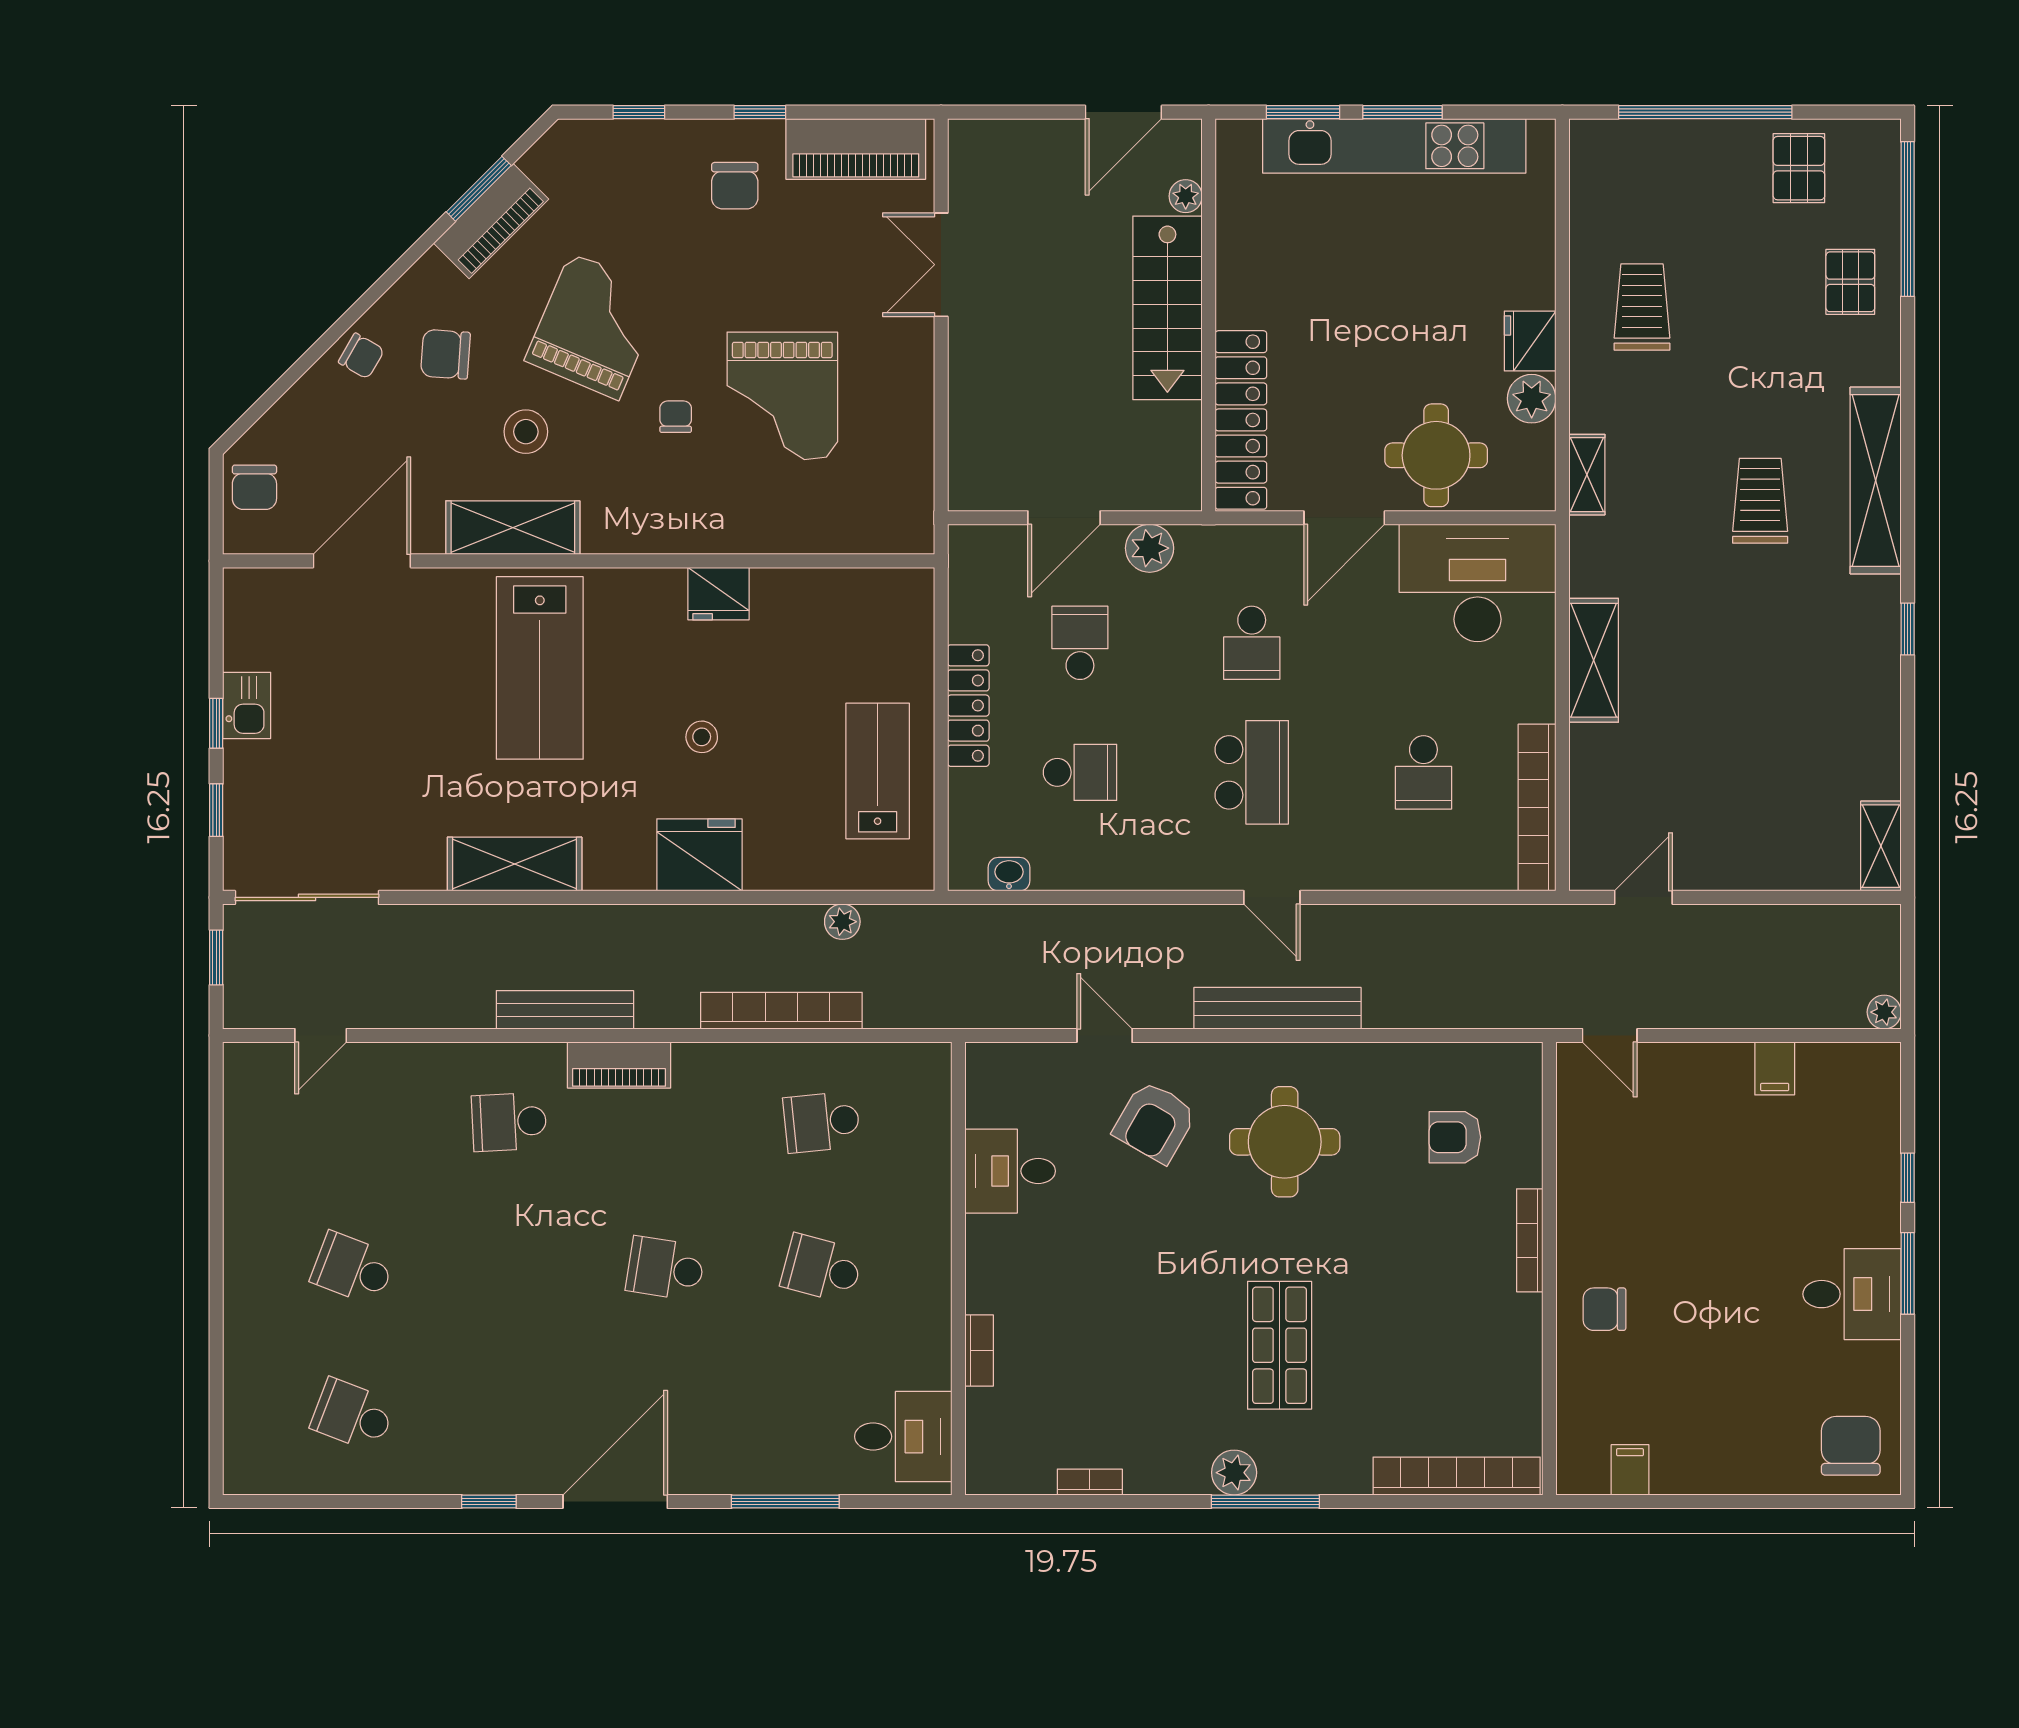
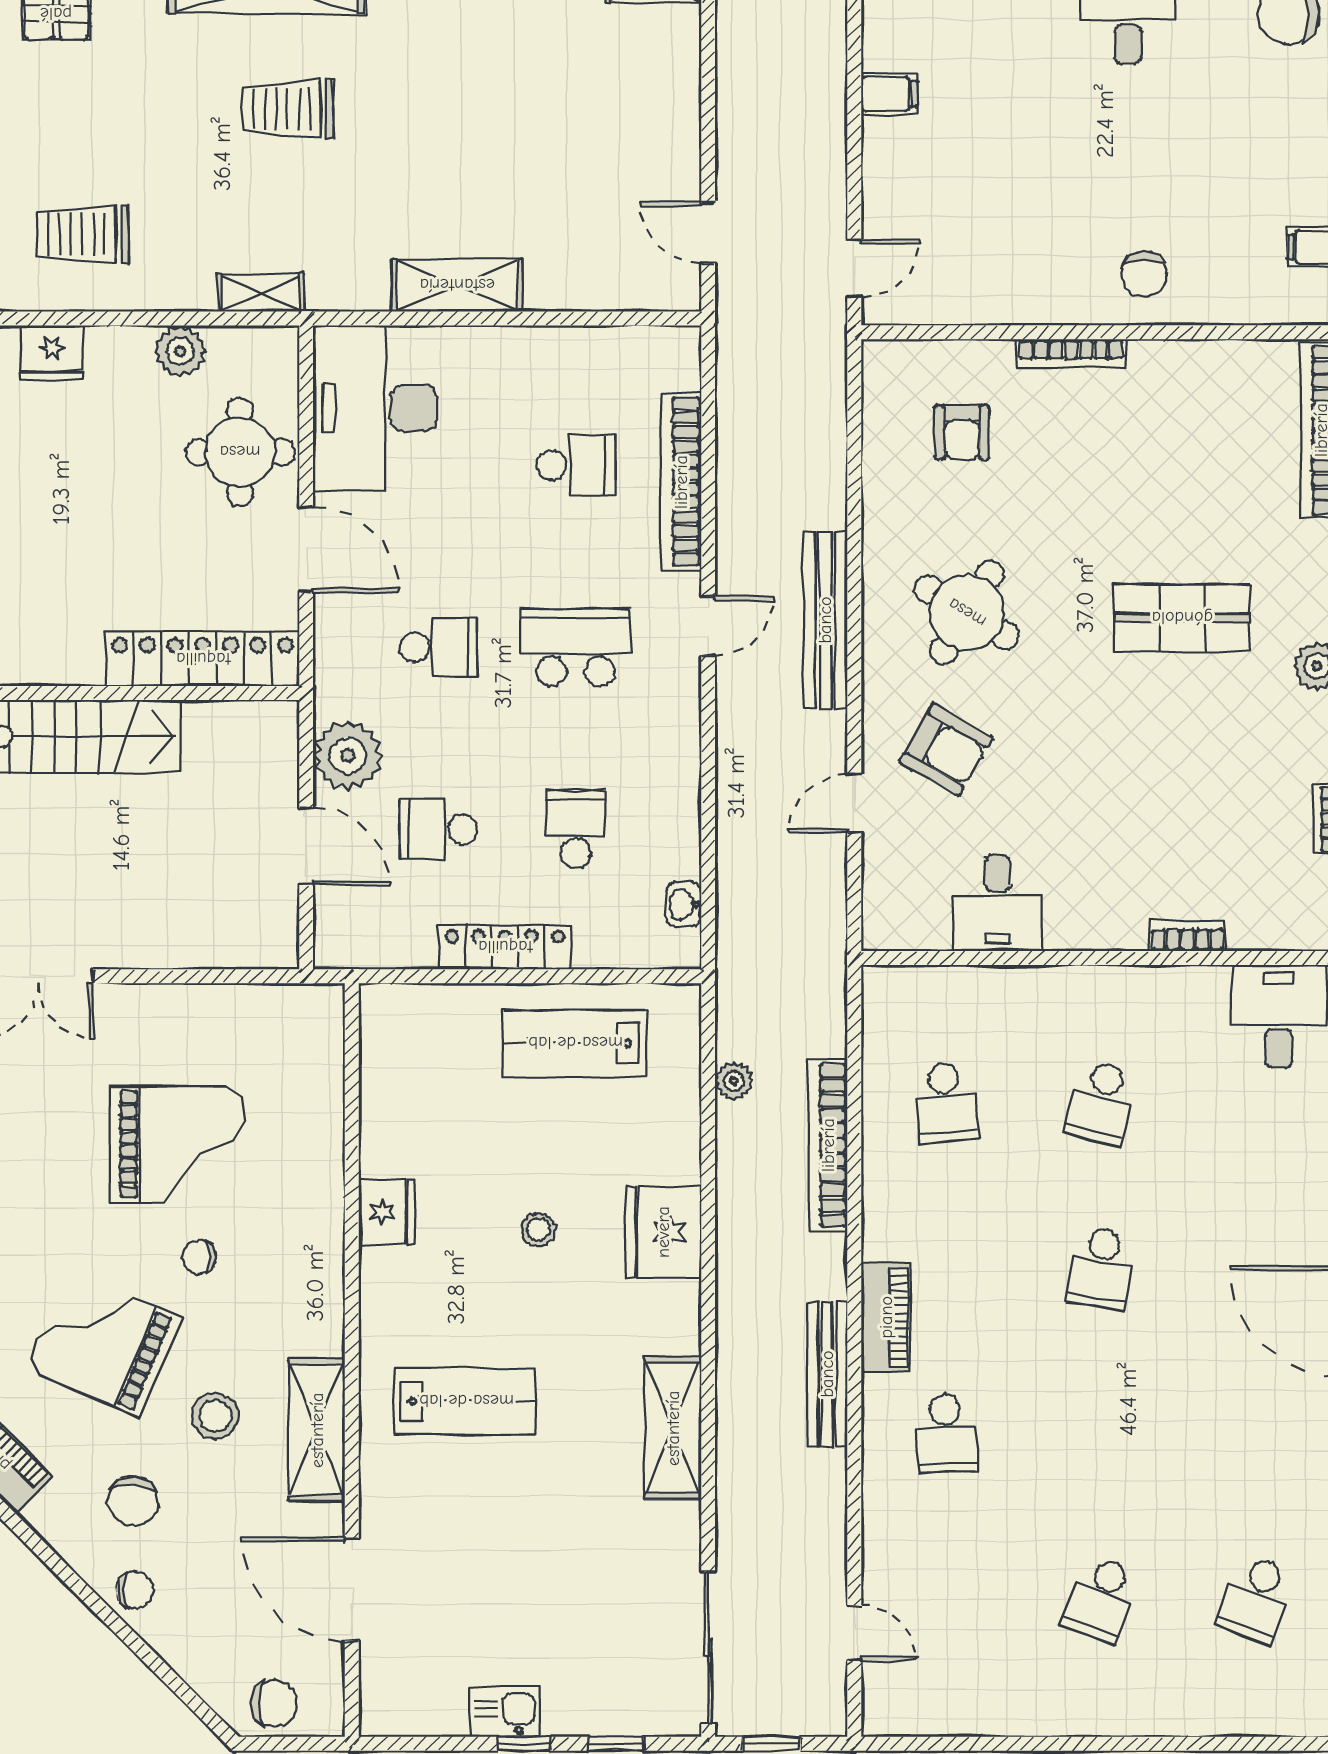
fridge: (1530, 341) -> (52, 353), moved
chair: (361, 356) -> (135, 1590), turned 60
plant: (1150, 548) -> (348, 756), width x1.36, depth x1.36
lab bench: (540, 668) -> (465, 1401), width x0.73, depth x0.72
bookcase: (1537, 808) -> (681, 482), moved, turned 90
round table: (1285, 1142) -> (967, 613), turned 31

